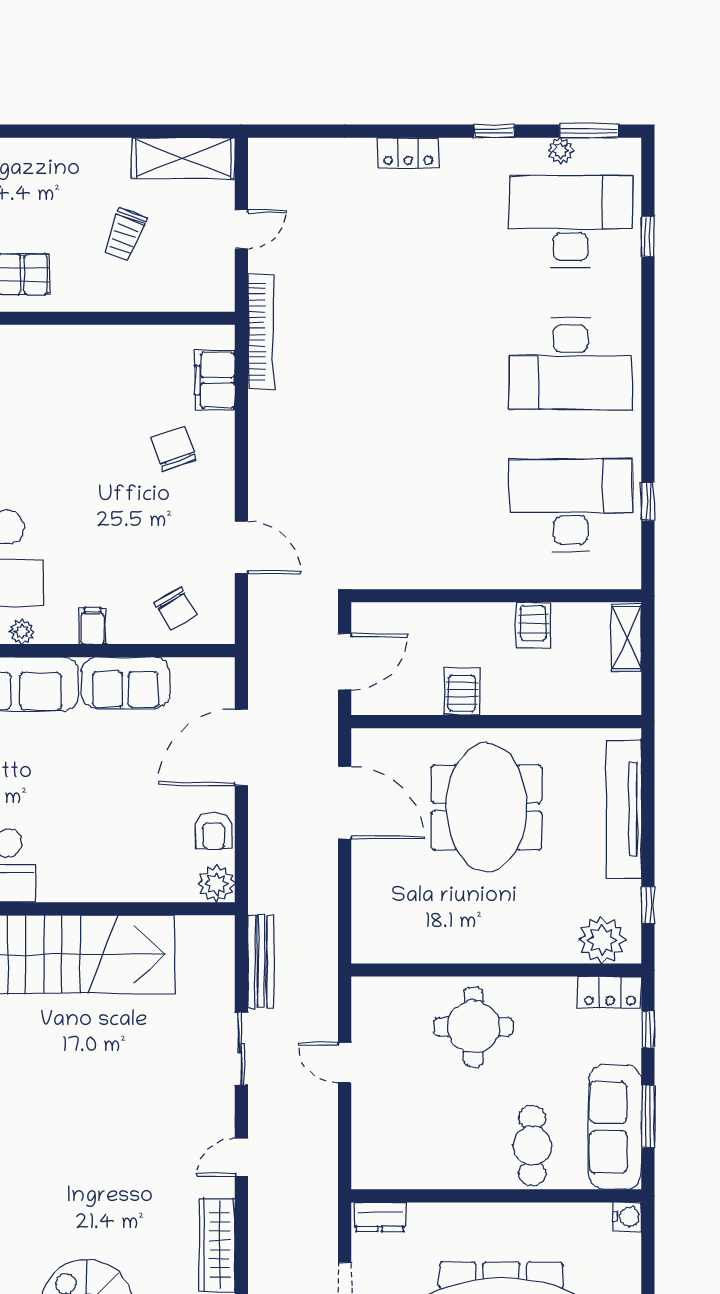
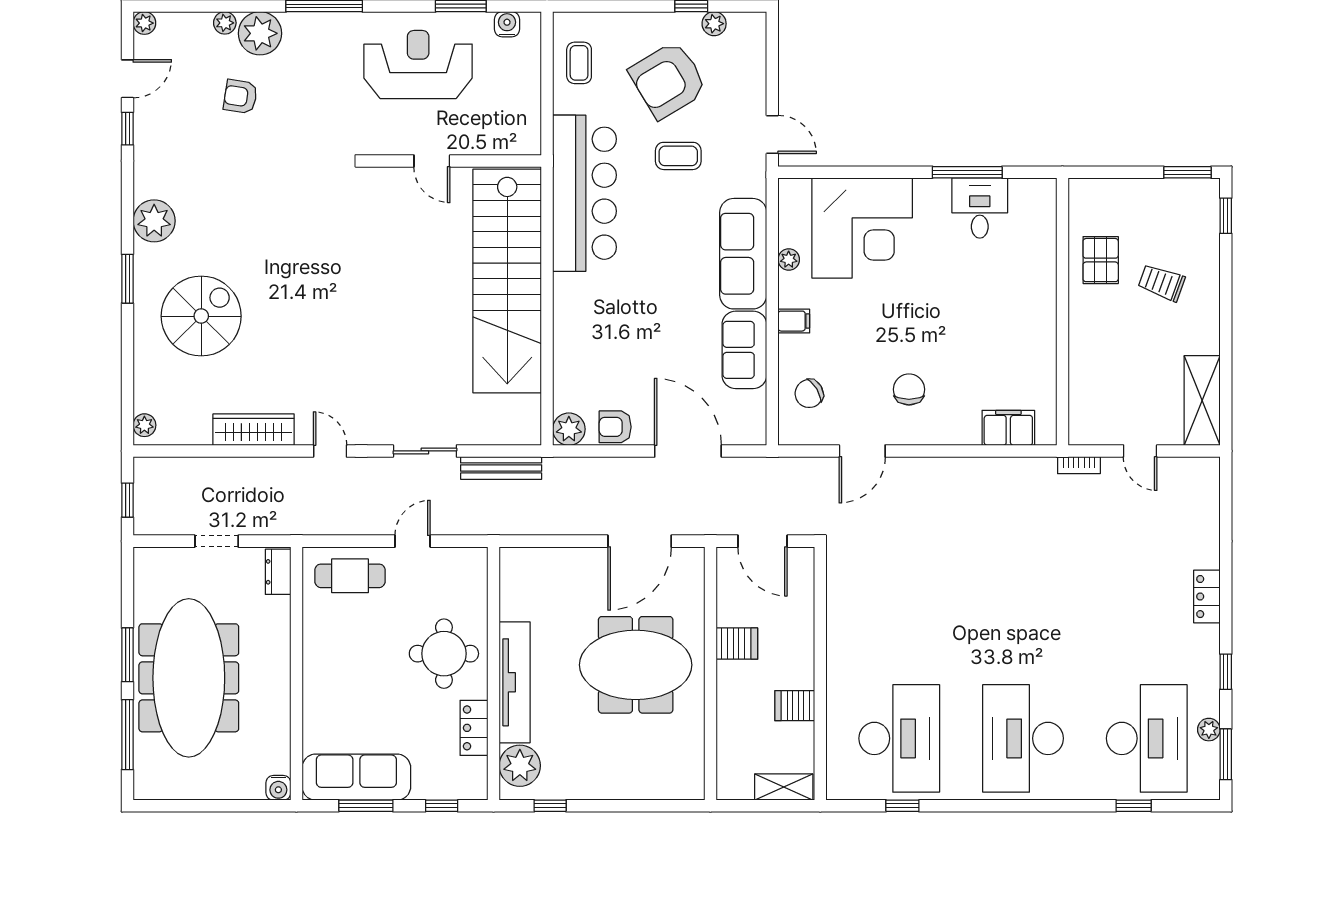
trolley: (125, 235) -> (1162, 283), moved
bookcase: (261, 332) -> (1079, 465), width x0.43, depth x0.76
chair: (174, 449) -> (909, 389), moved, turned -71
tv unit: (624, 809) -> (515, 682), moved, turned 90
locker: (610, 992) -> (474, 728), moved
cafe table: (532, 1146) -> (350, 576), moved

